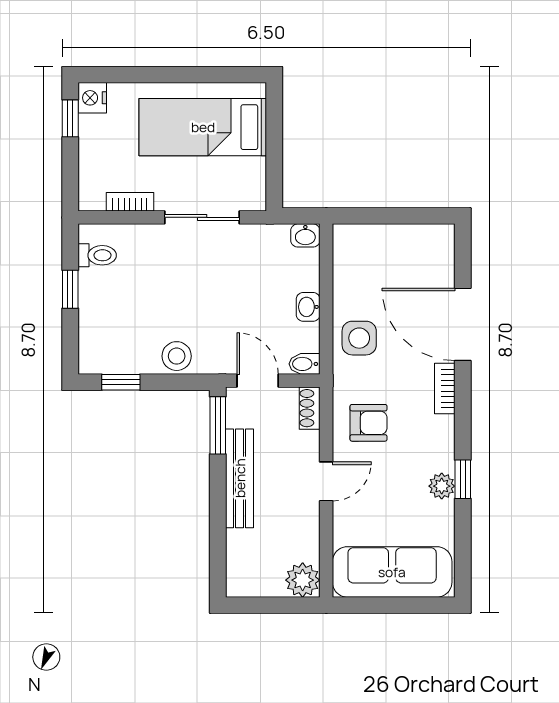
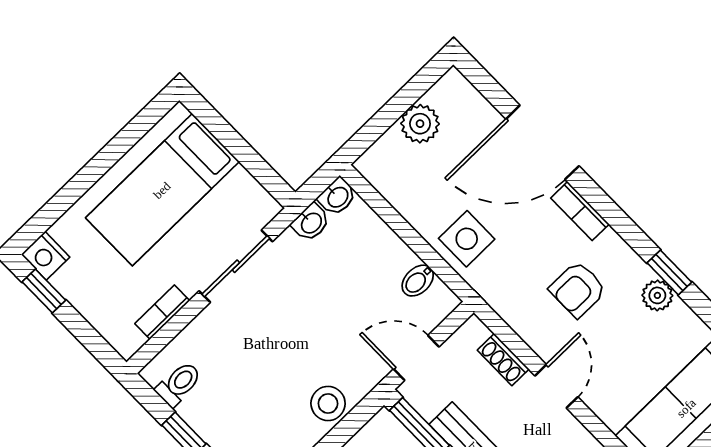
plant: (399, 240) -> (420, 124), added
washbasin: (308, 307) -> (311, 223), moved, turned -90
bidet: (304, 364) -> (418, 281), moved
shoe rack: (310, 408) -> (503, 360), moved
armchair: (369, 423) -> (578, 289), moved, turned 180

